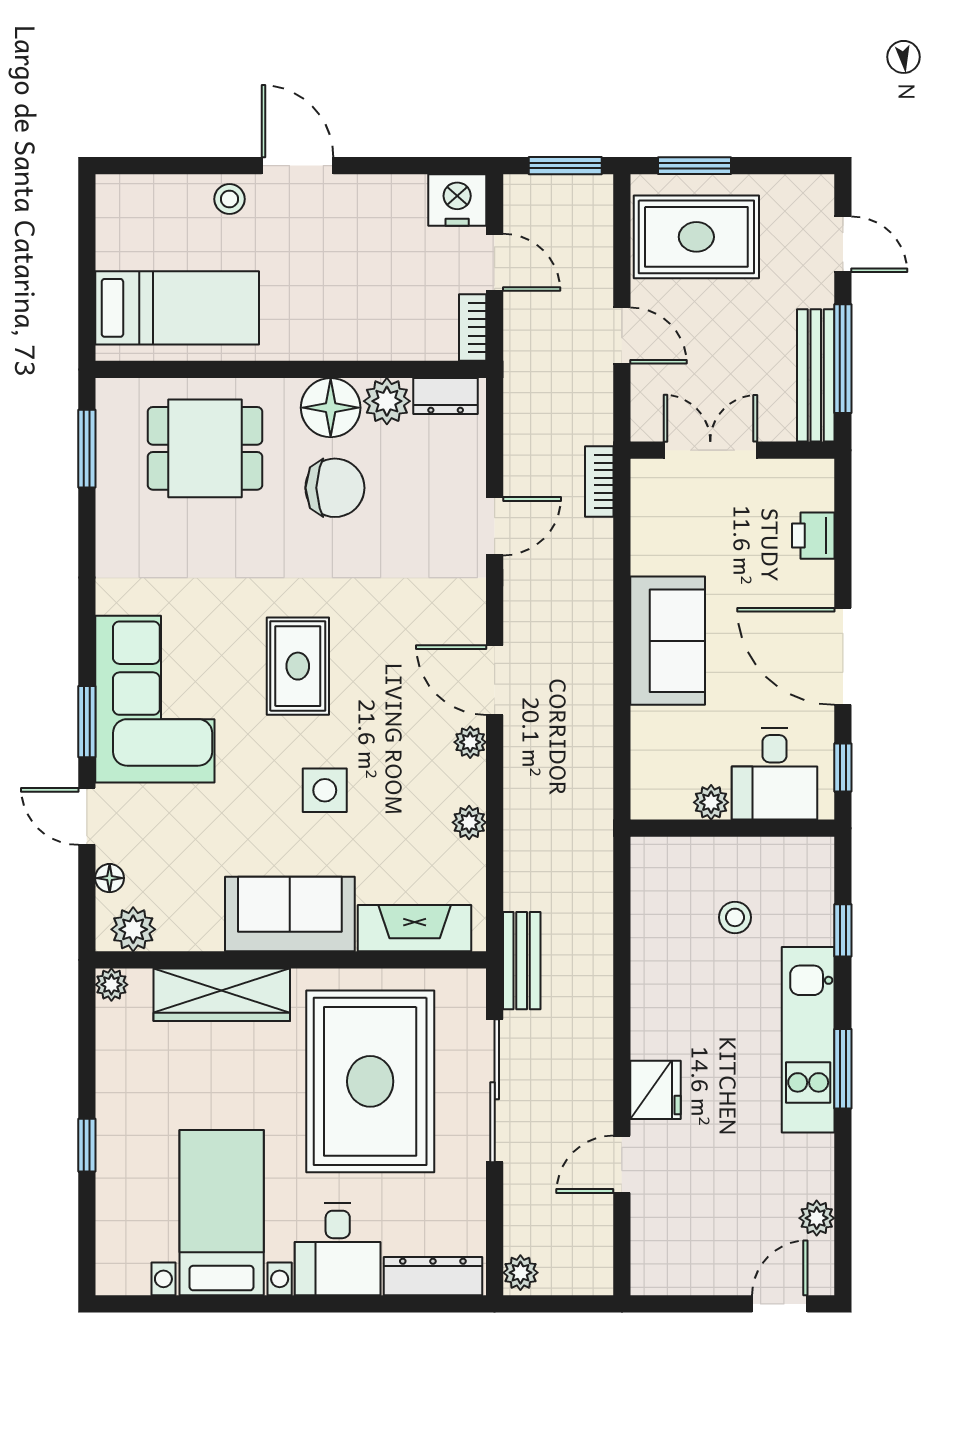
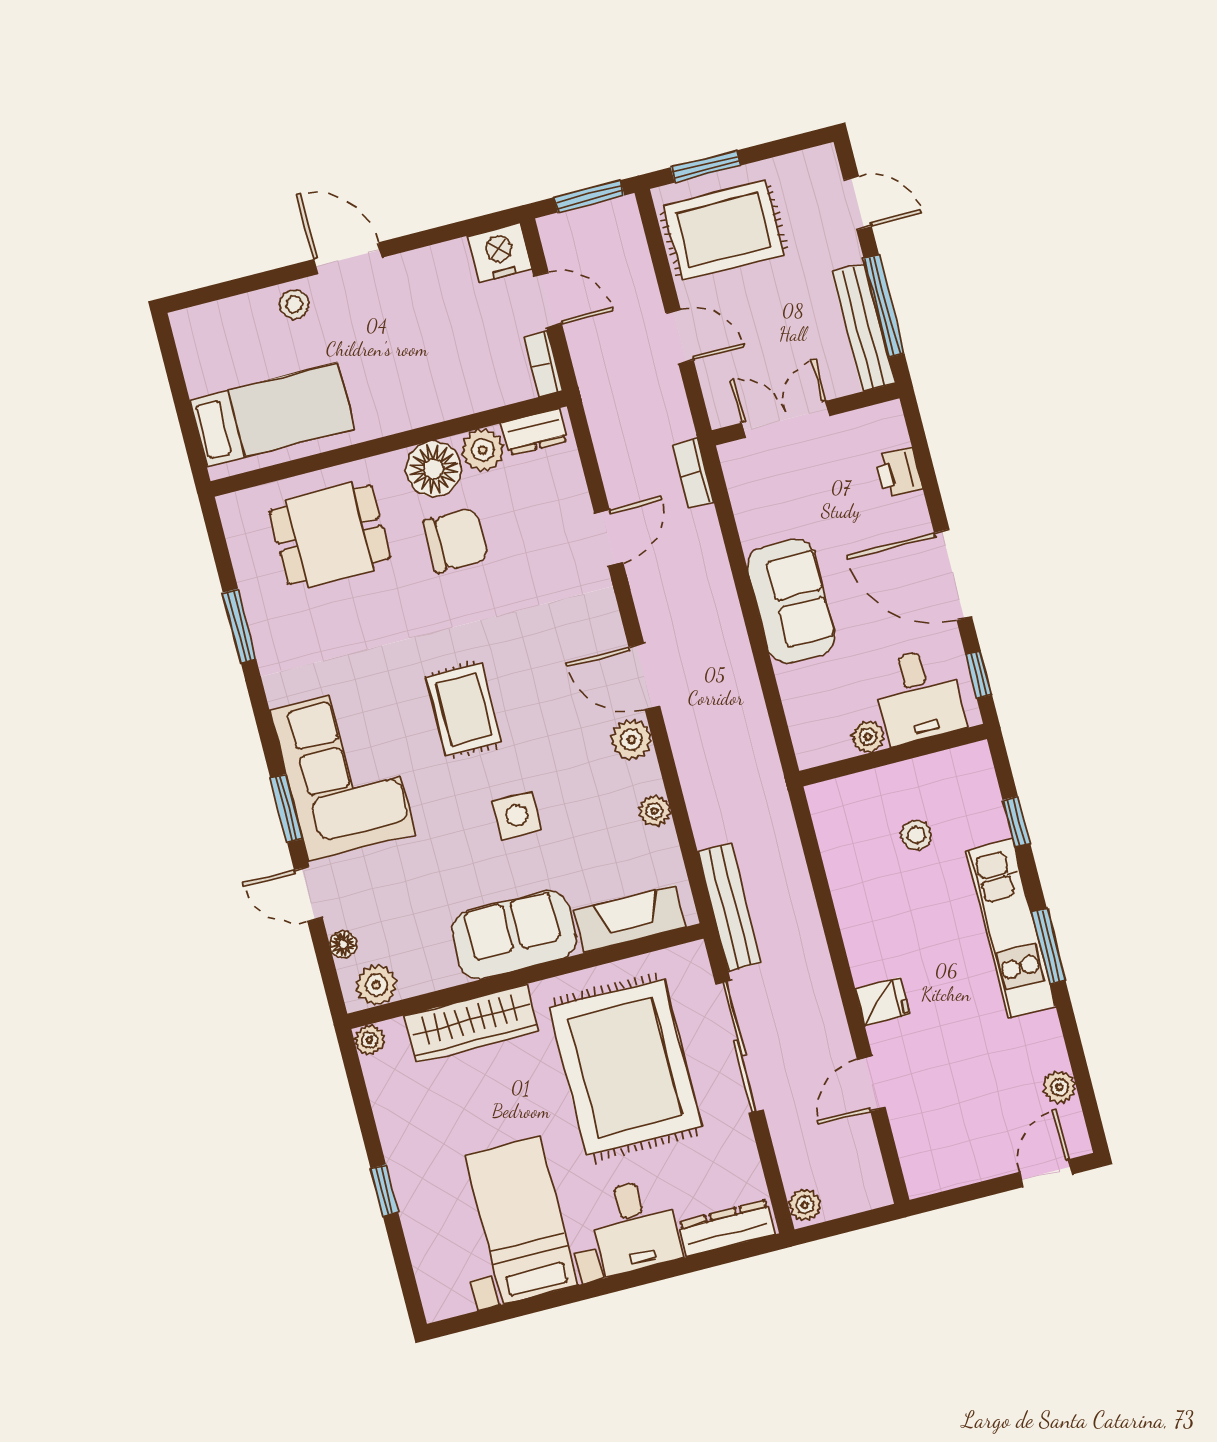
window: (87, 449) -> (239, 626), moved
plant: (470, 742) -> (631, 740), width x1.38, depth x1.38
bench: (522, 961) -> (730, 907), width x1.36
fridge: (656, 1090) -> (883, 1002), width x0.72

